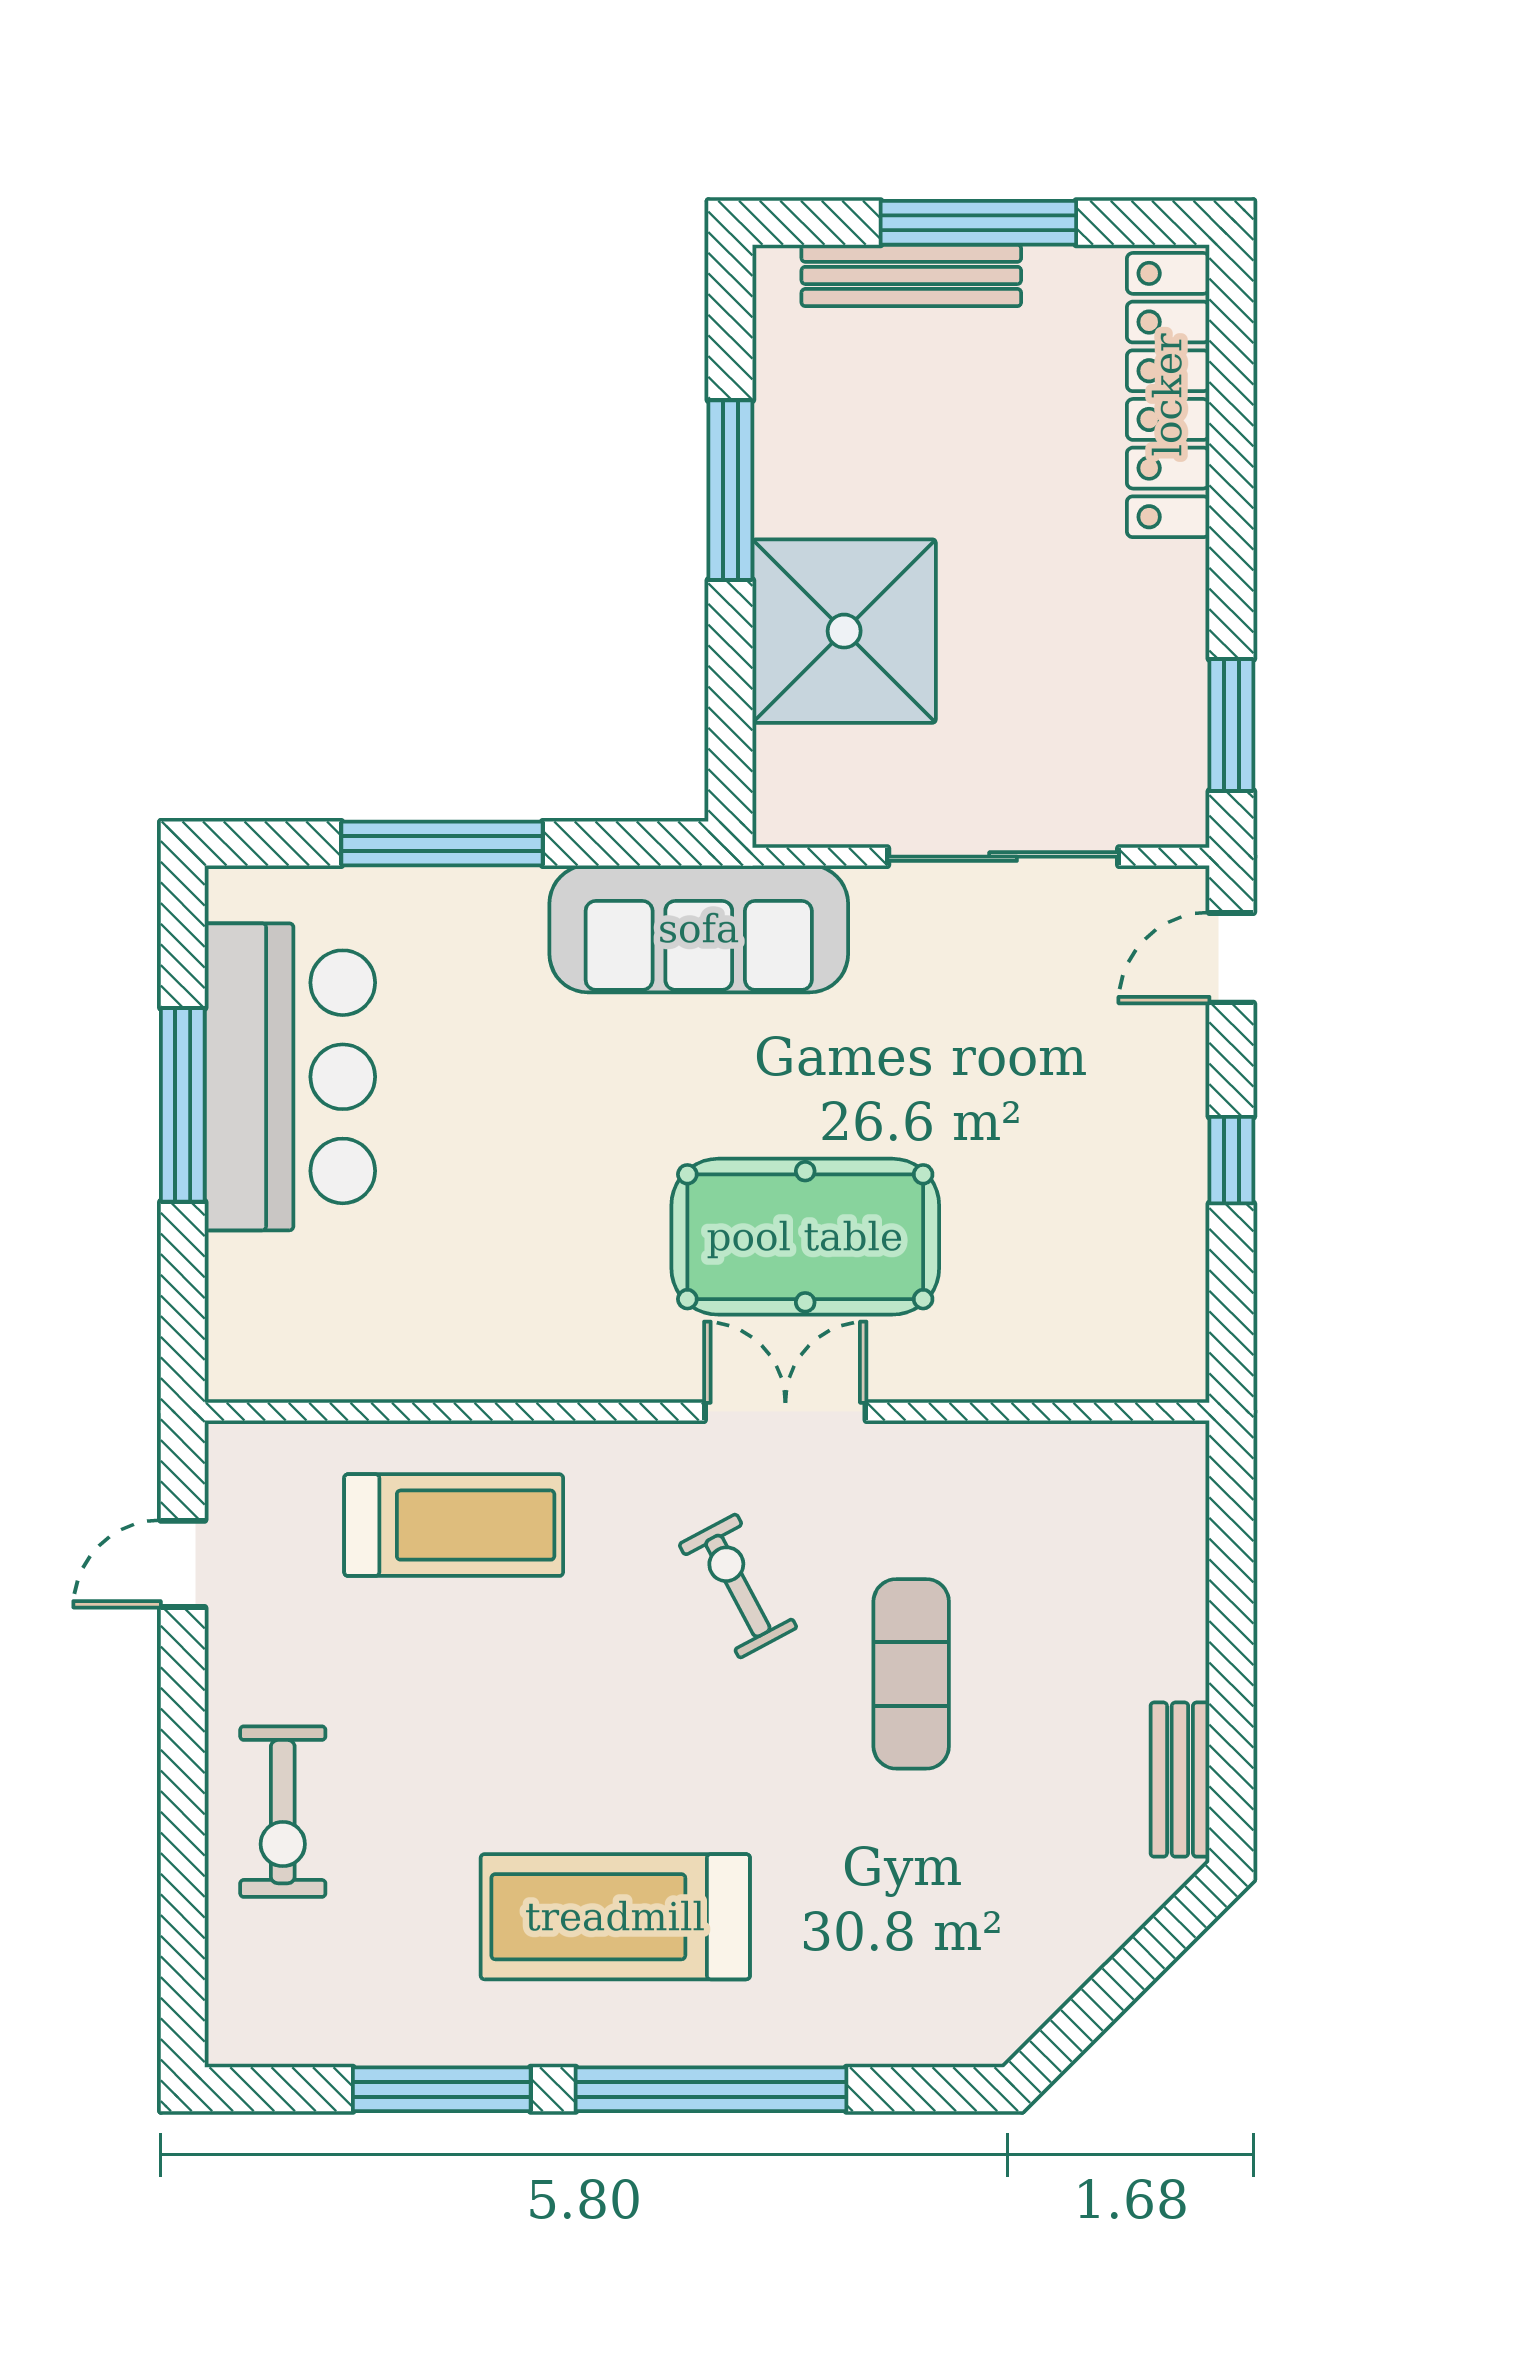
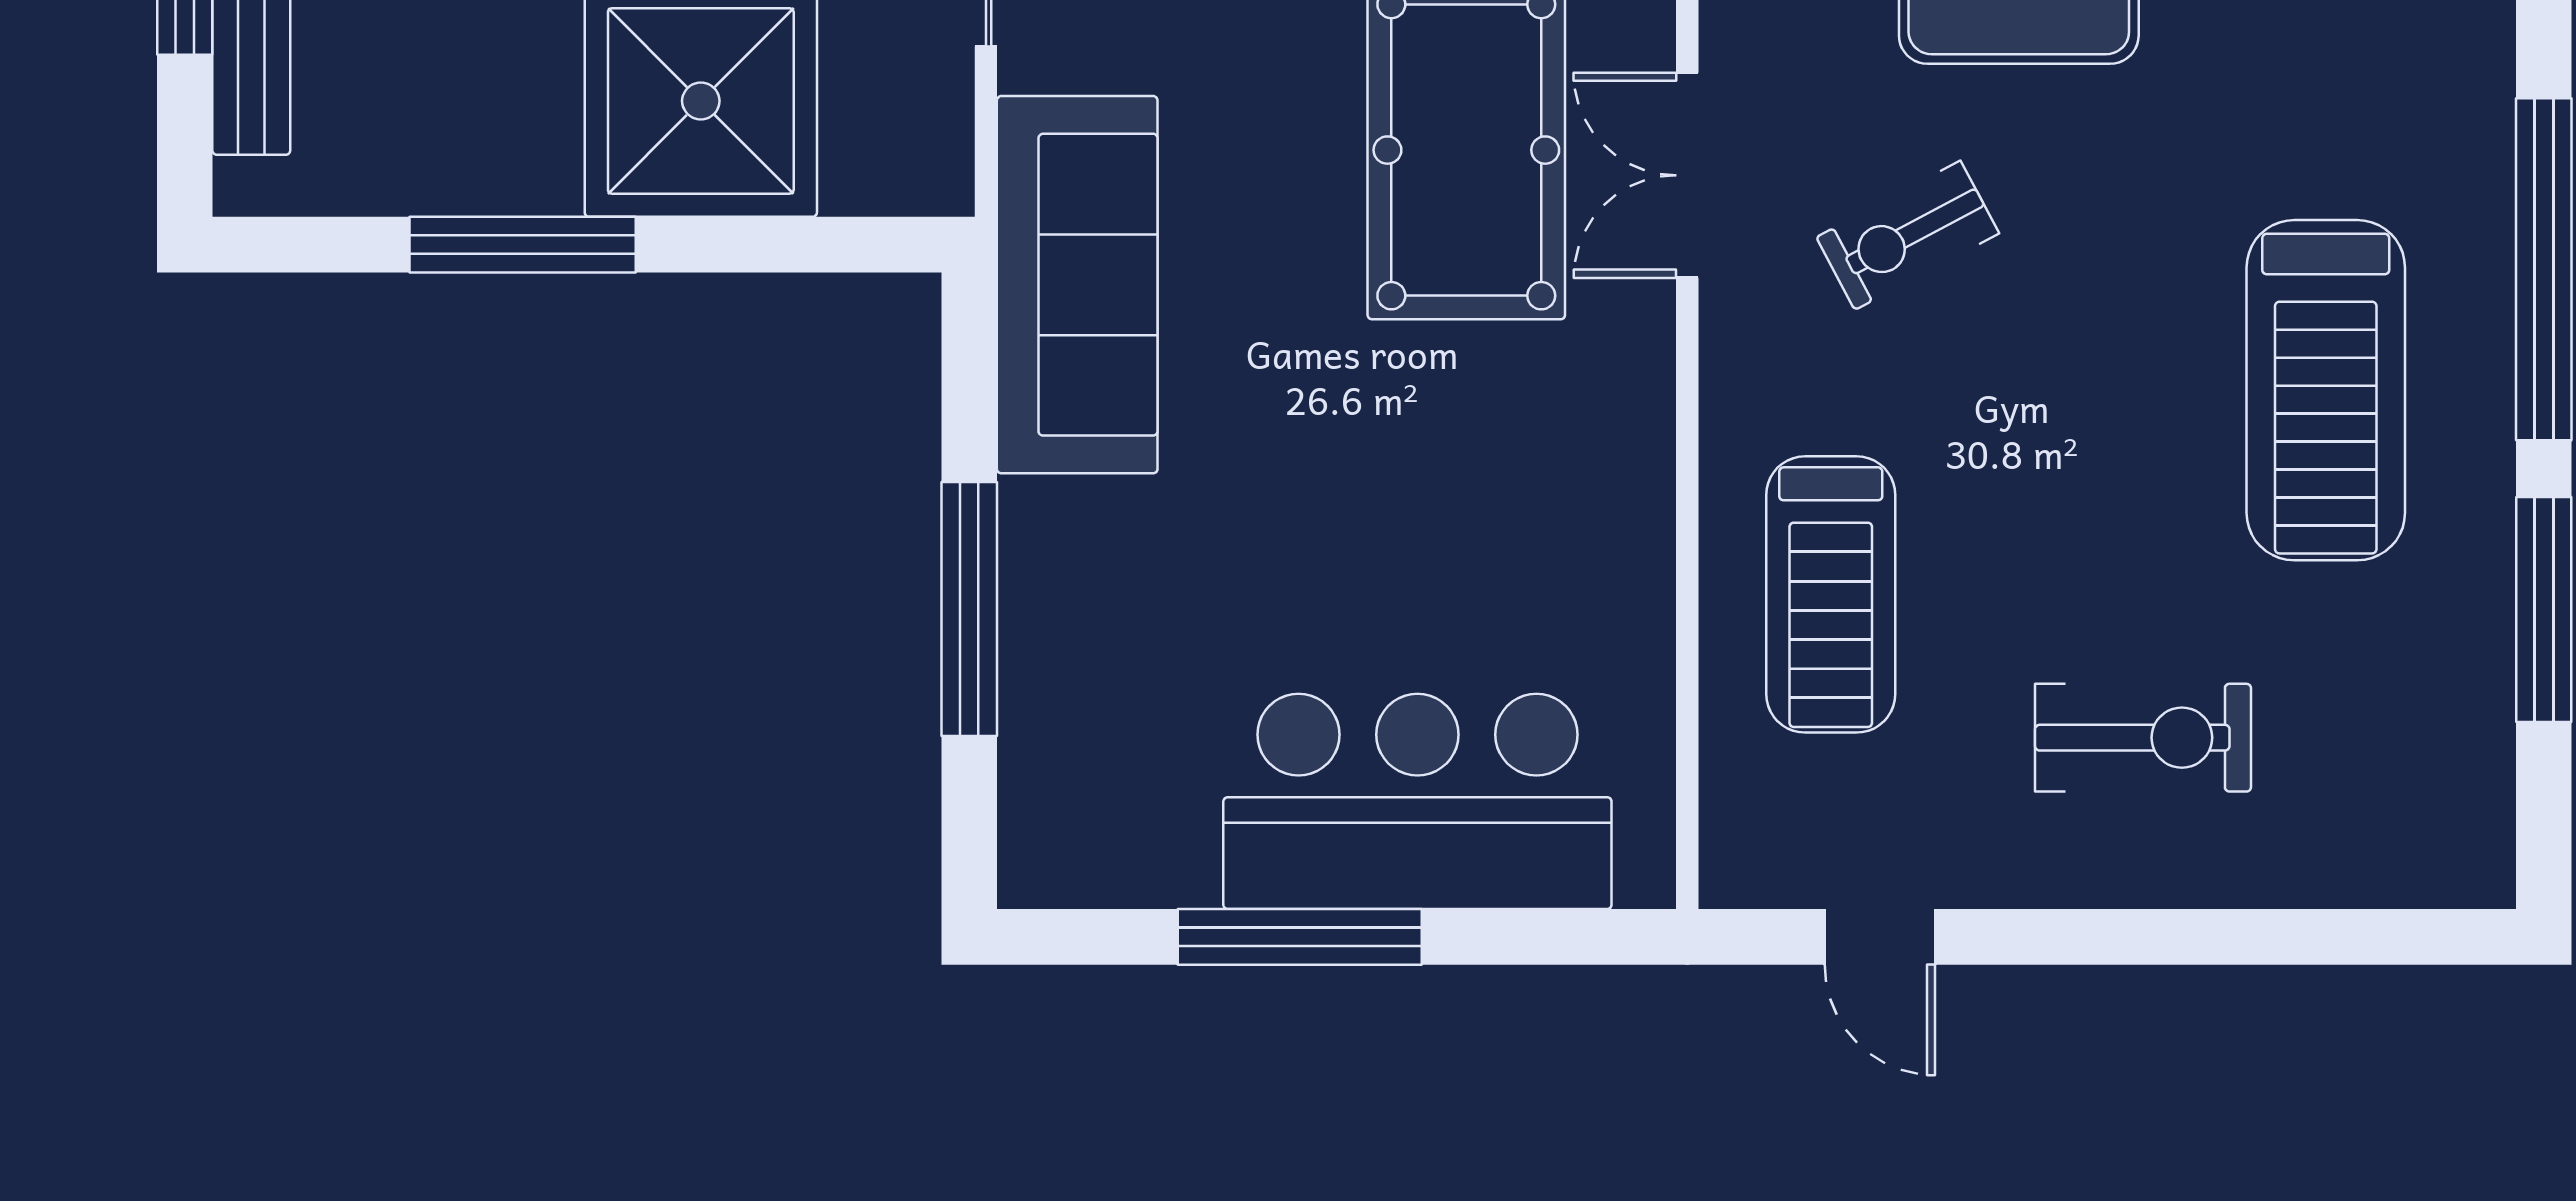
bar counter: (290, 1077) -> (1417, 801), moved
treadmill: (454, 1525) -> (1831, 594), turned 180
exercise bike: (283, 1812) -> (2143, 738), moved

